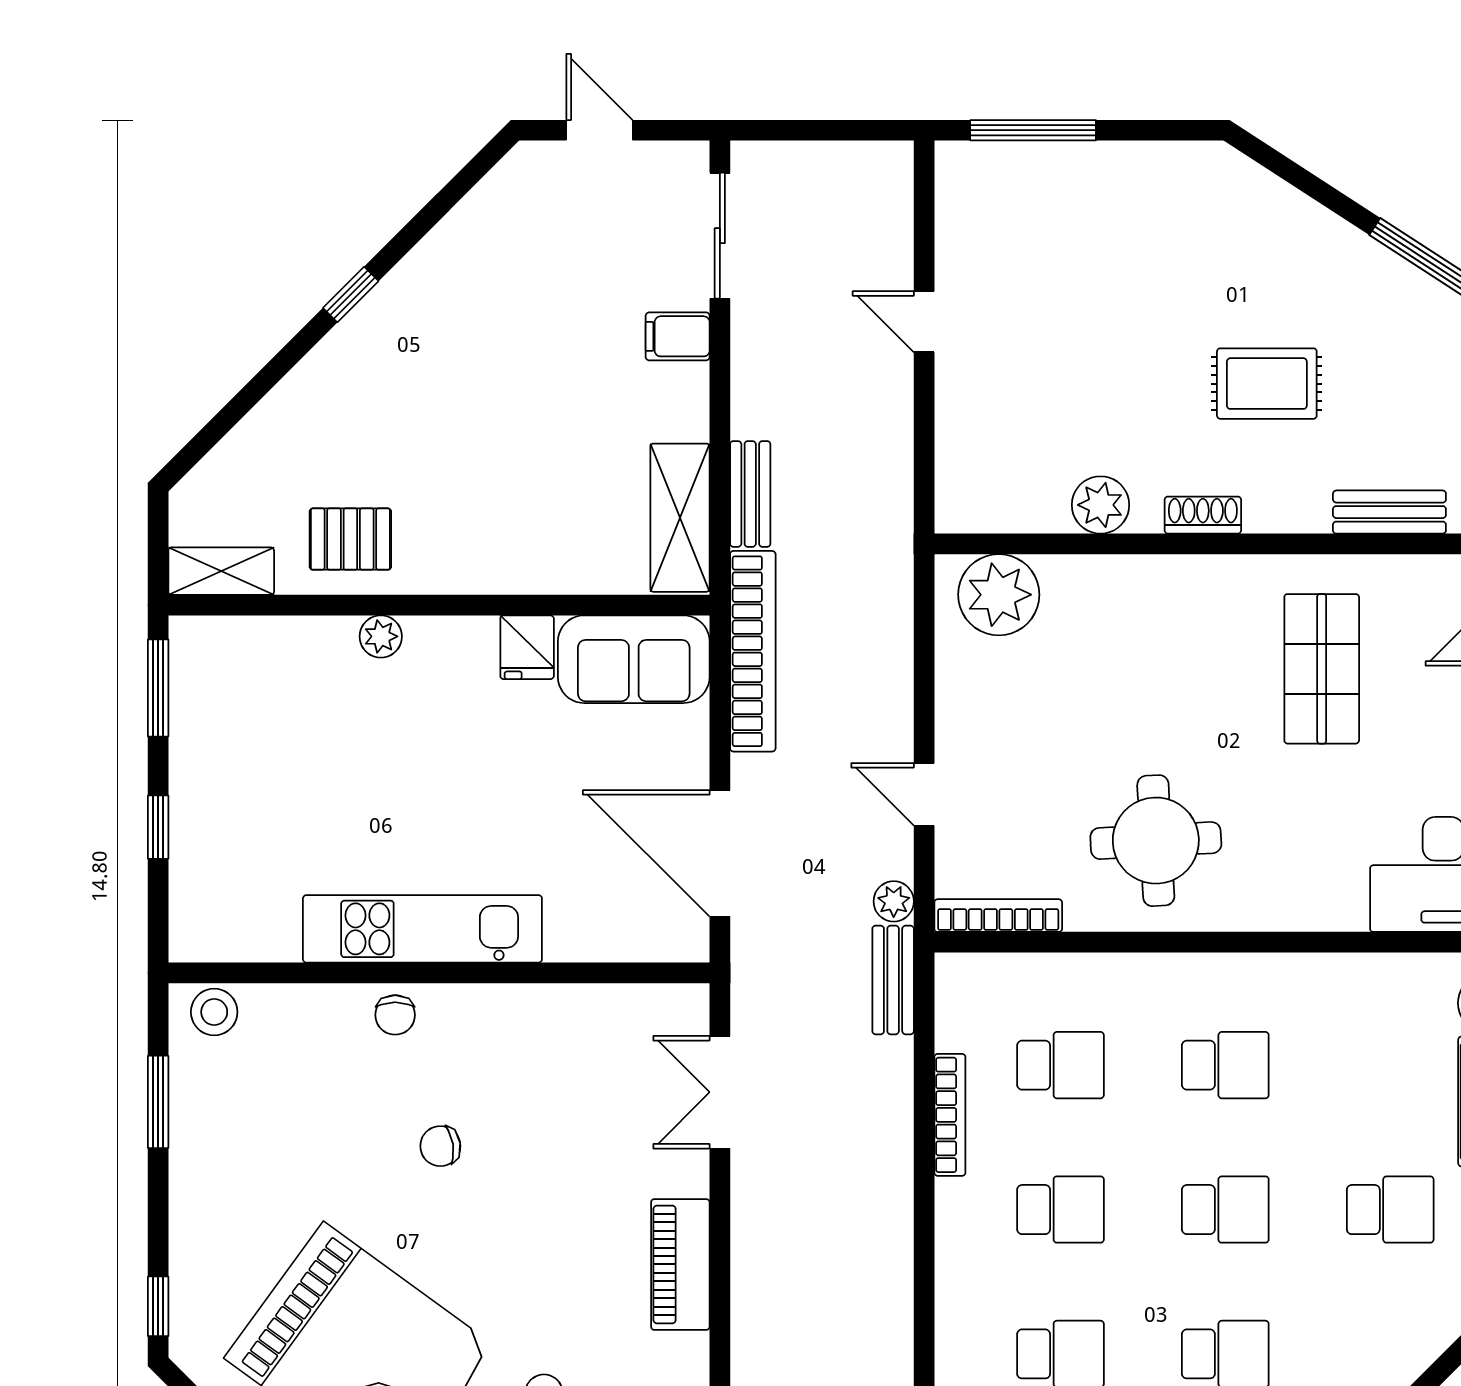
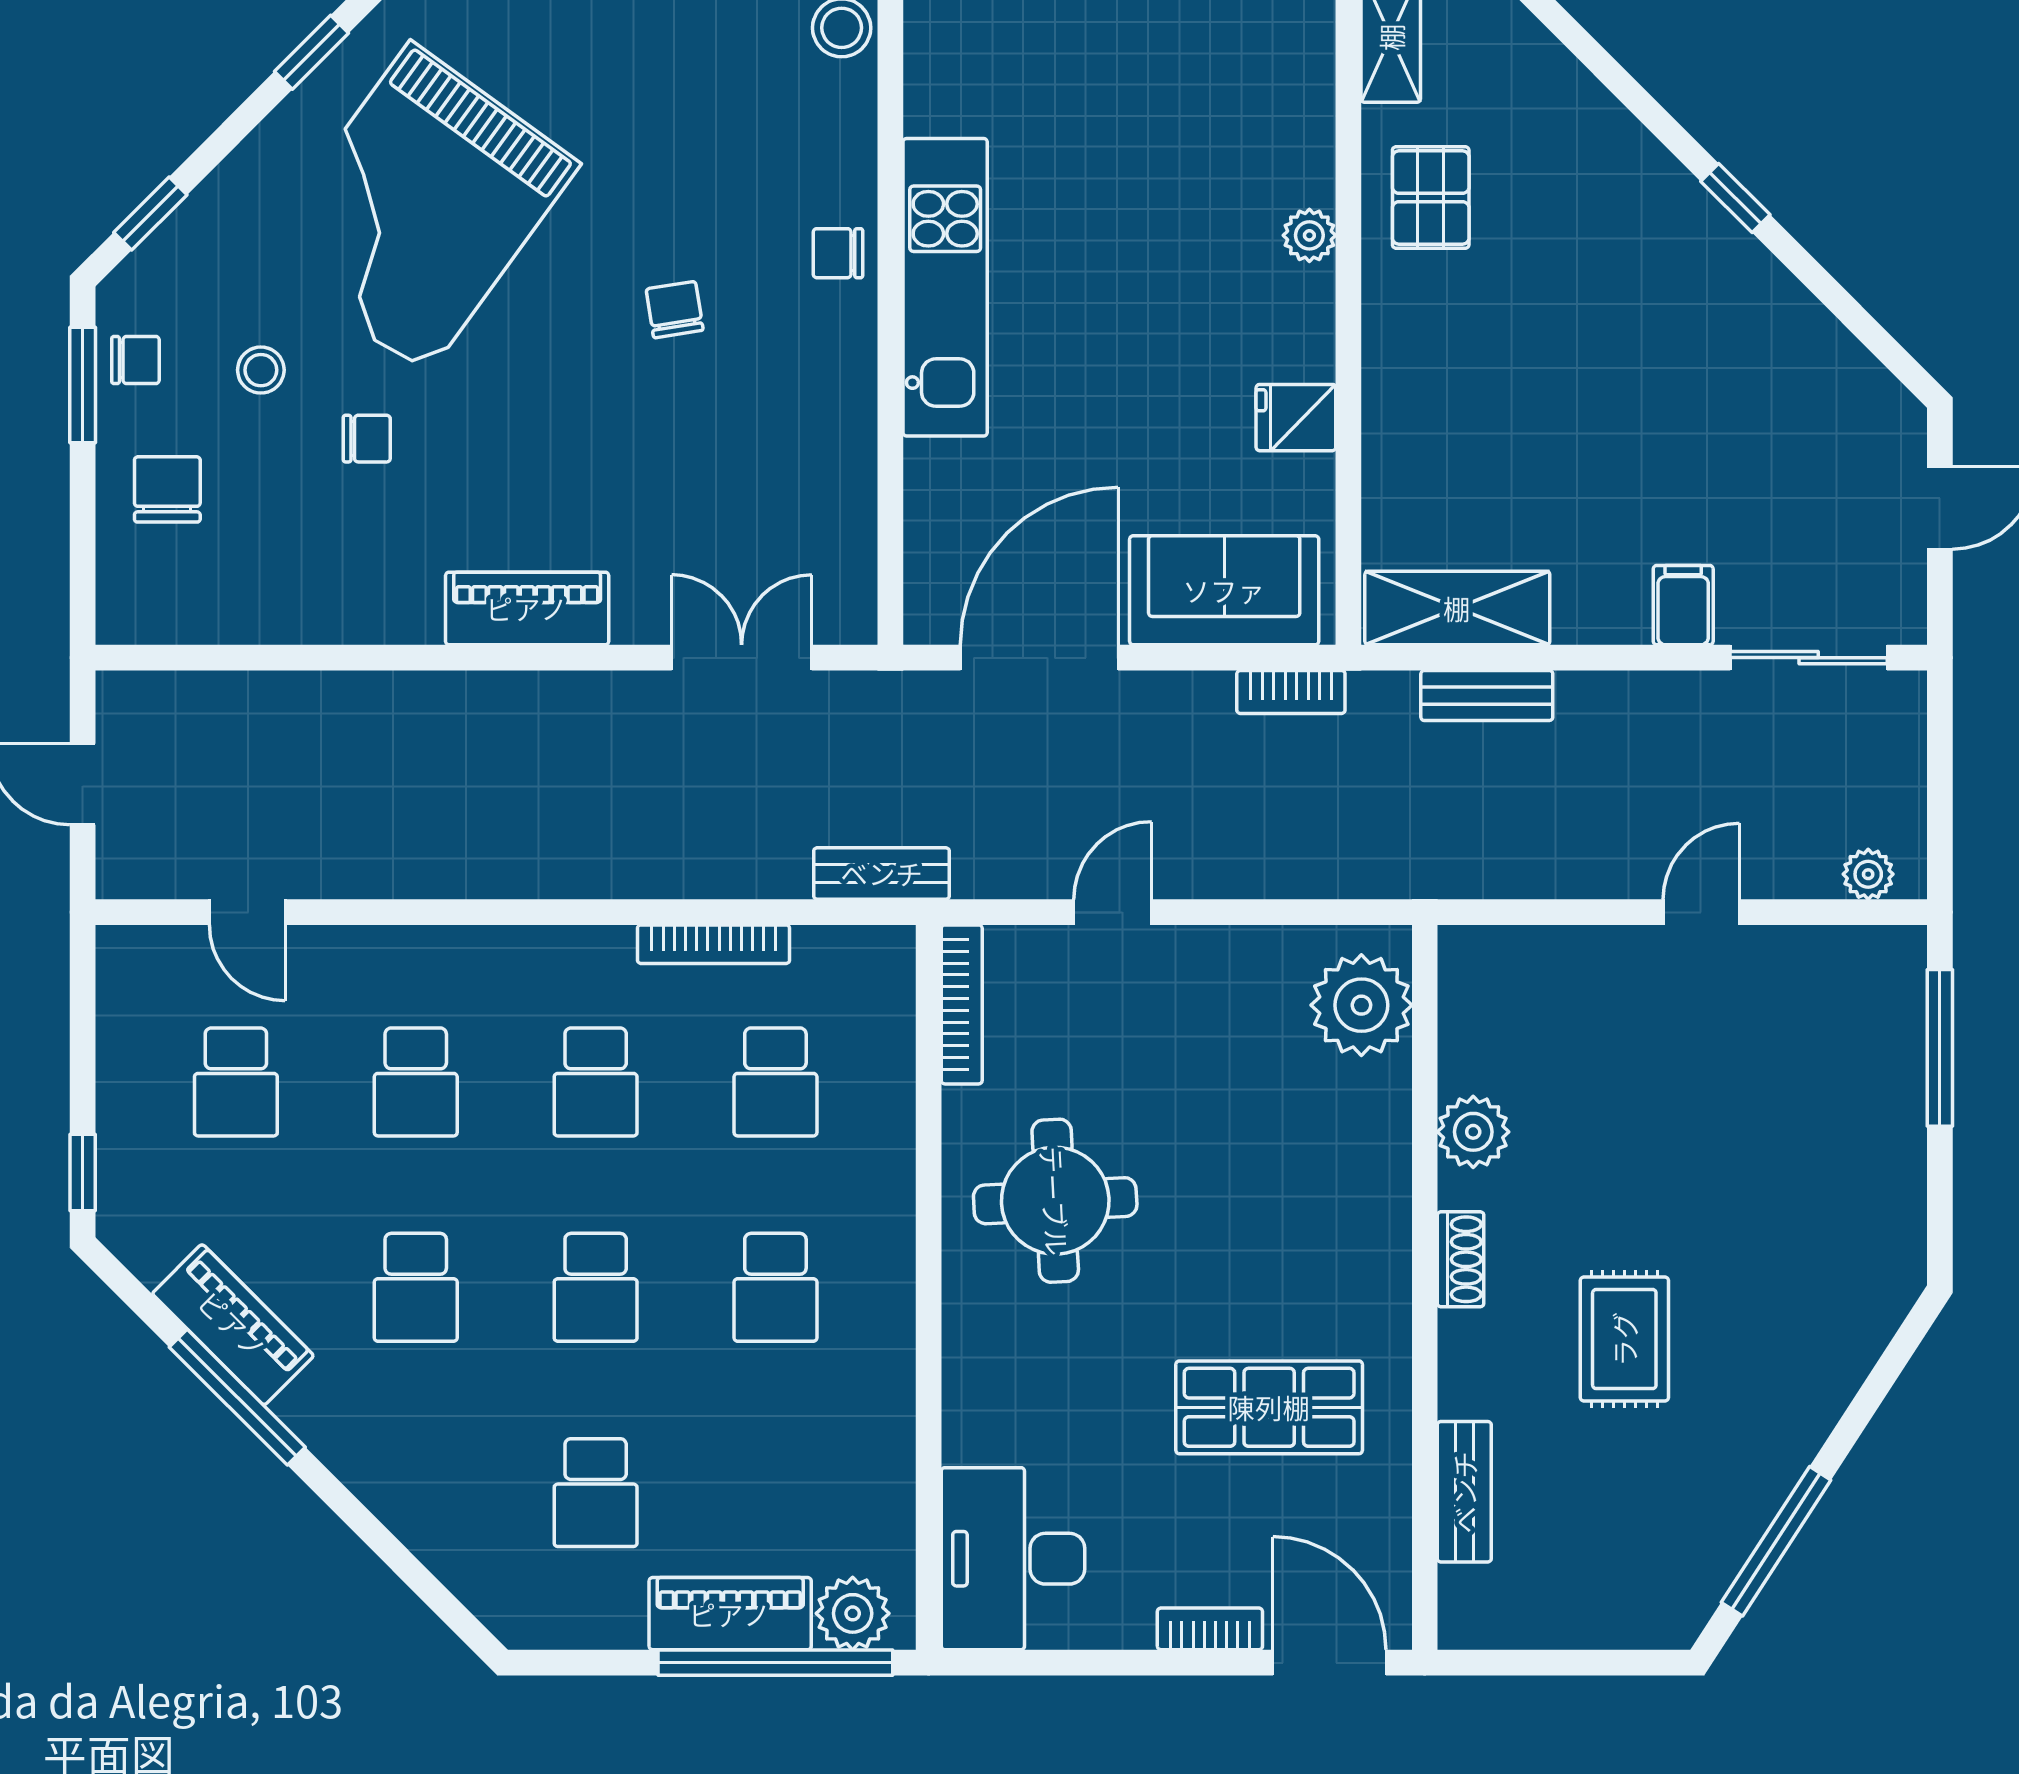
bookcase: (753, 651) -> (1291, 692), width x0.43, depth x0.76
sofa: (634, 659) -> (1224, 590), moved, turned 90
plant: (894, 901) -> (1868, 874), moved

